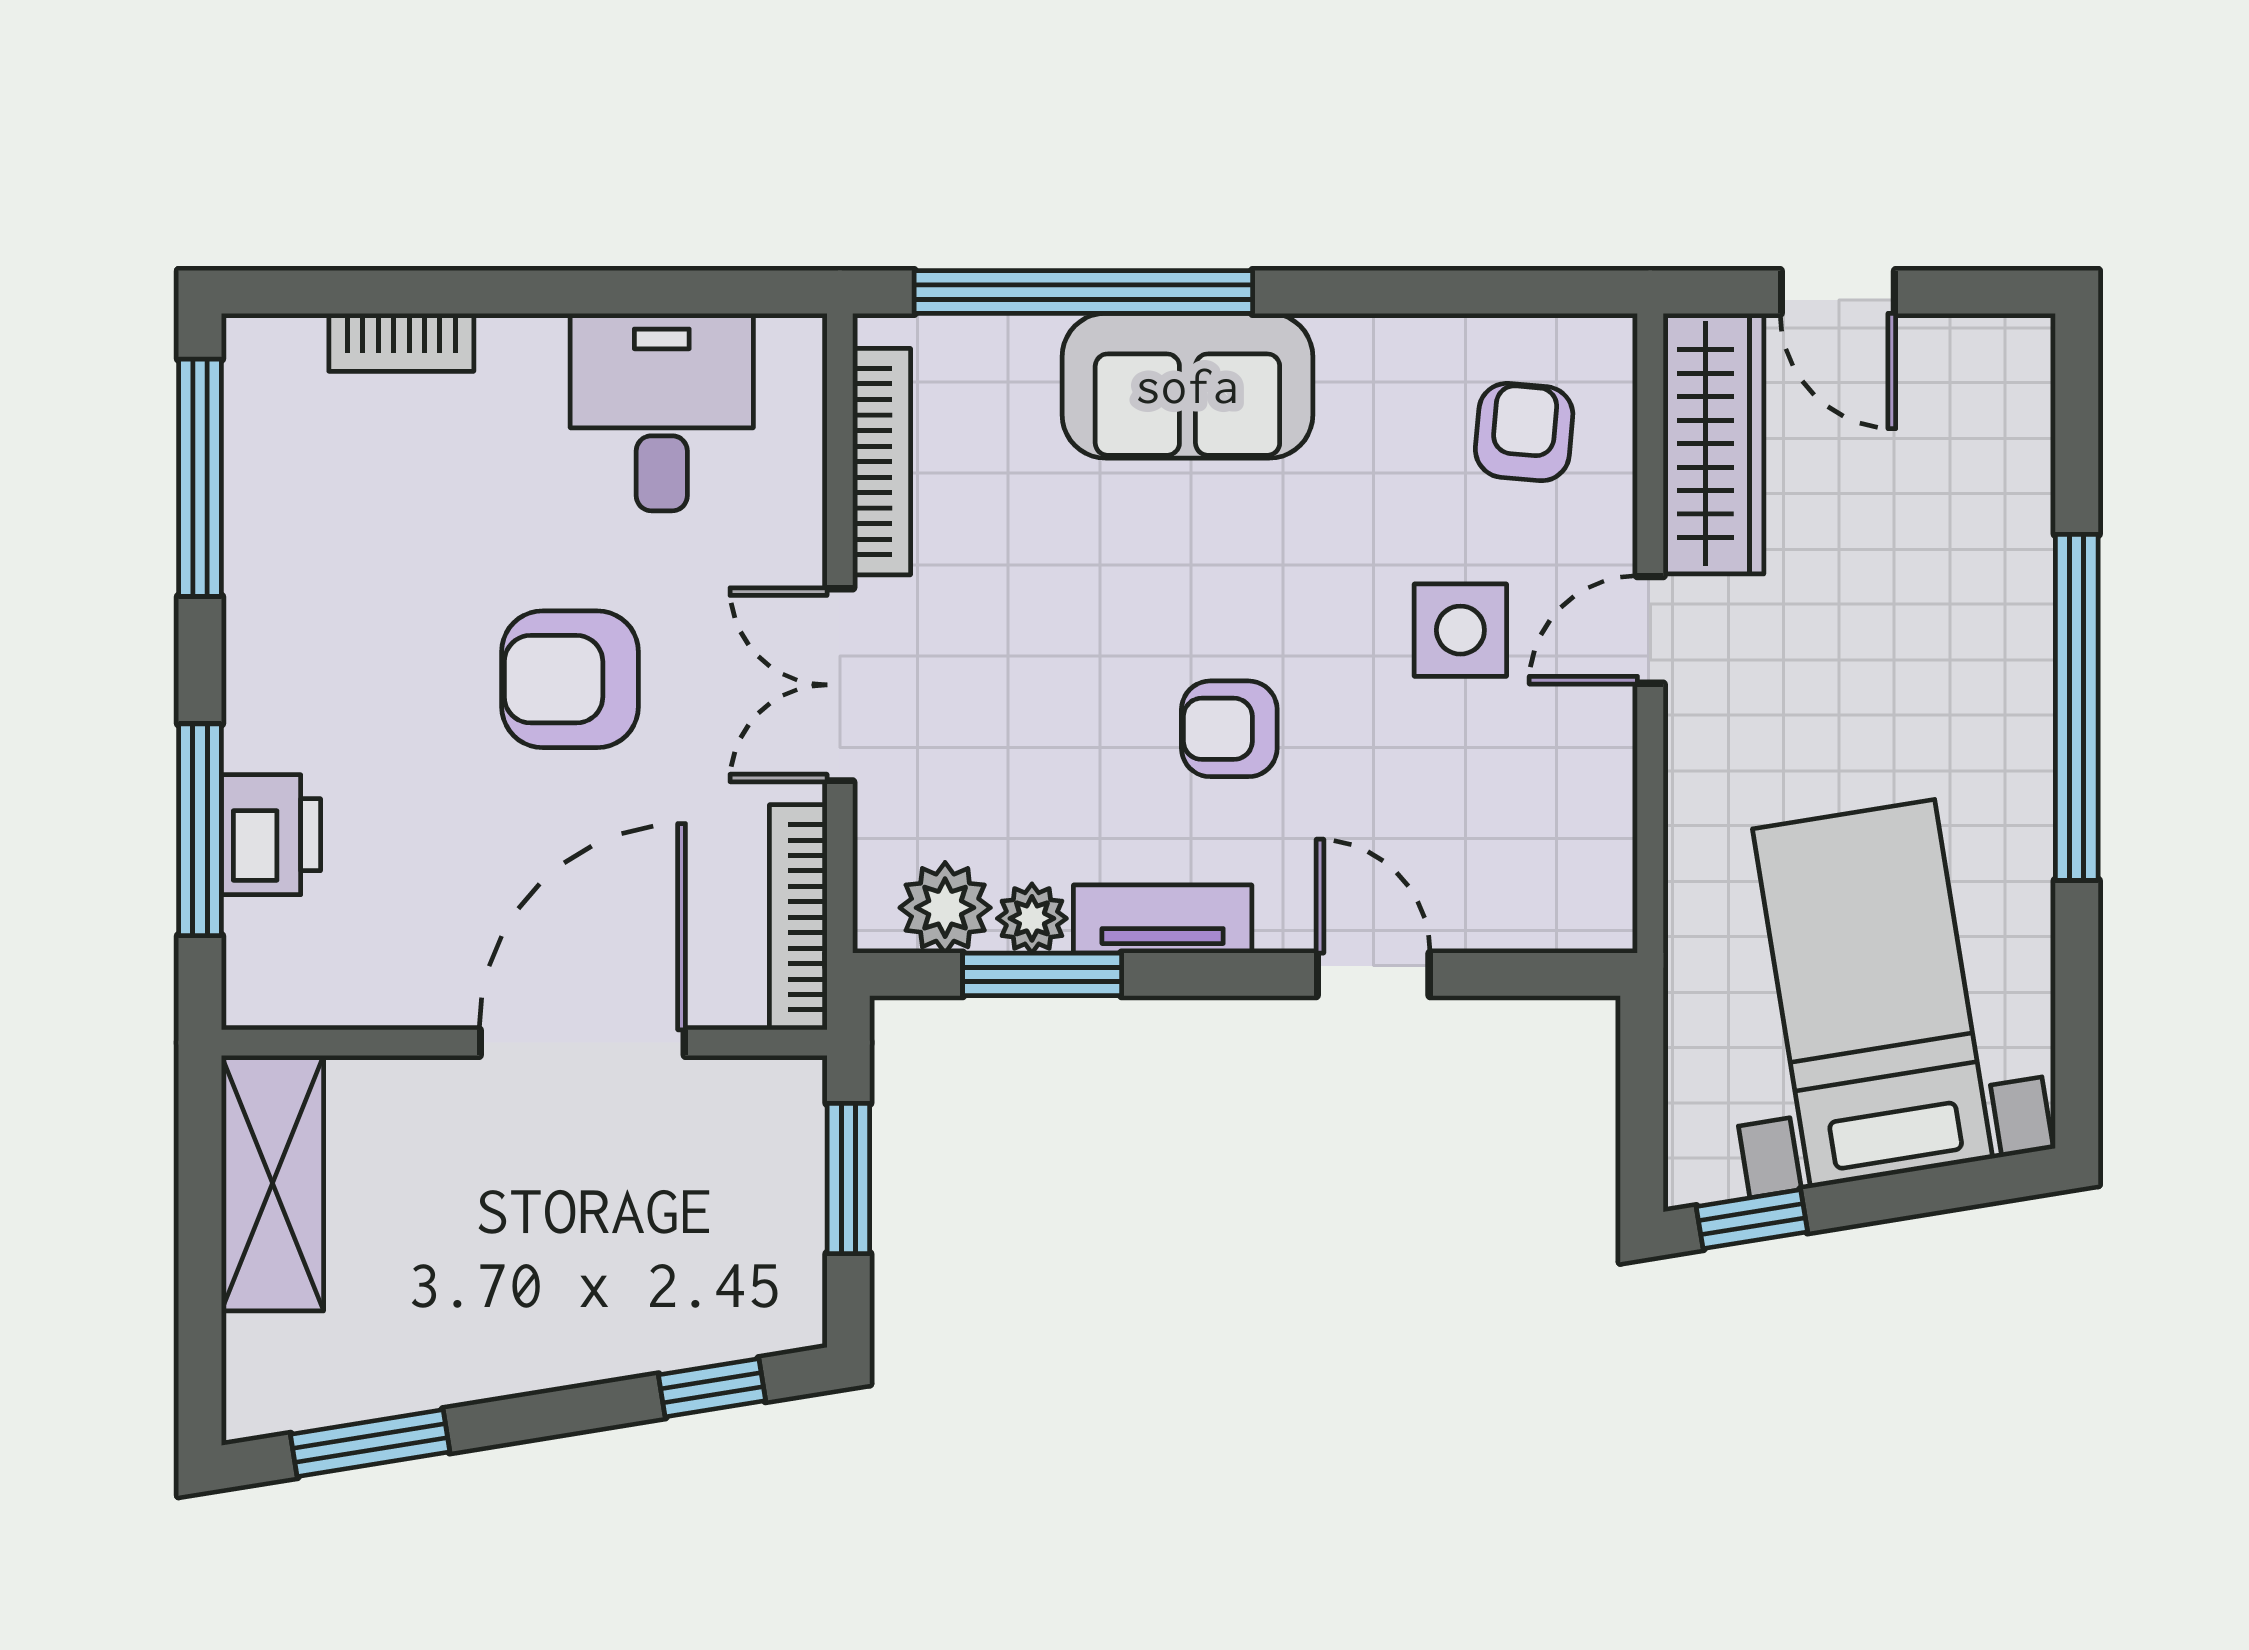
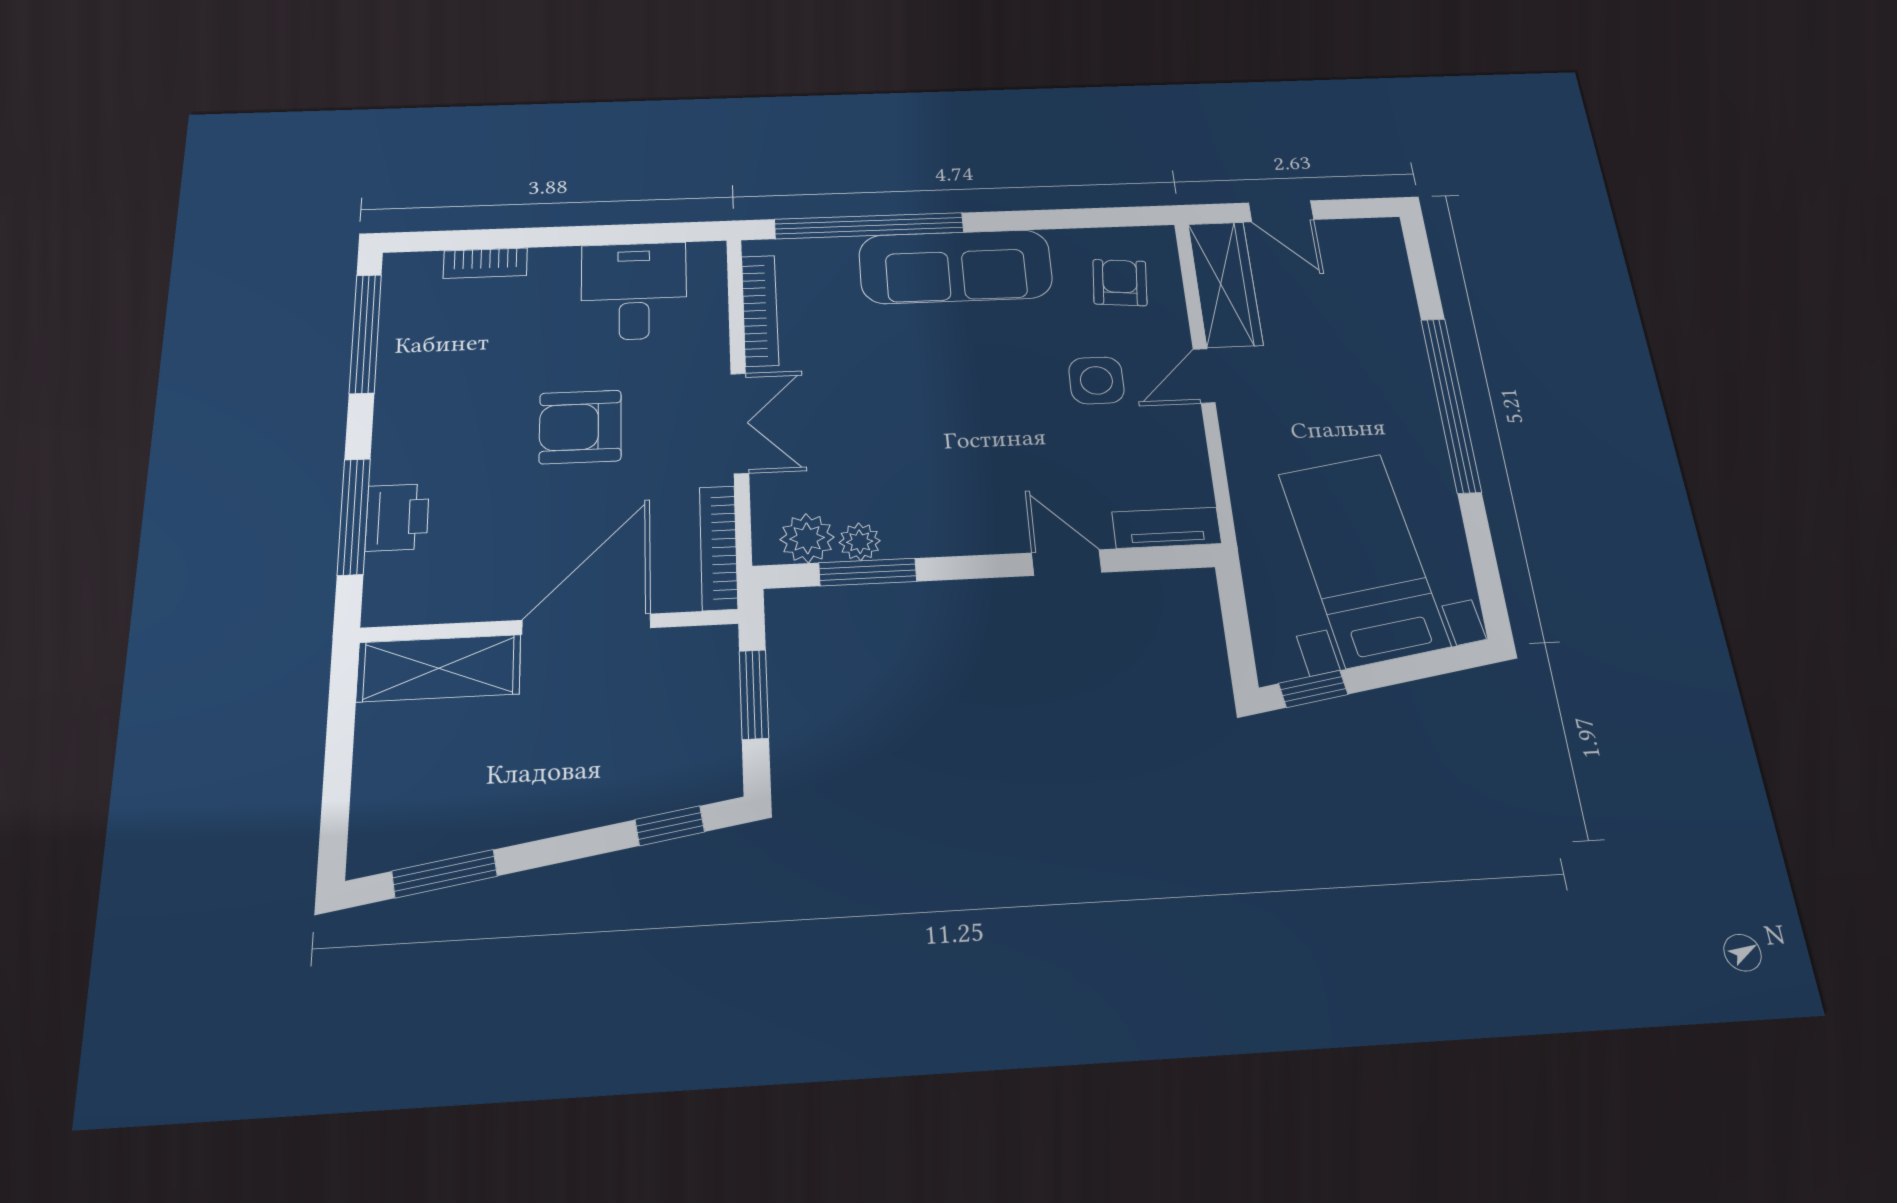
sofa: (1187, 386) -> (956, 267), width x1.36
double door: (840, 685) -> (740, 423), swing flipped
armchair: (1229, 729) -> (969, 436), removed
tv unit: (1163, 919) -> (1167, 528), moved
shelving: (272, 1183) -> (439, 668), moved, turned 90

